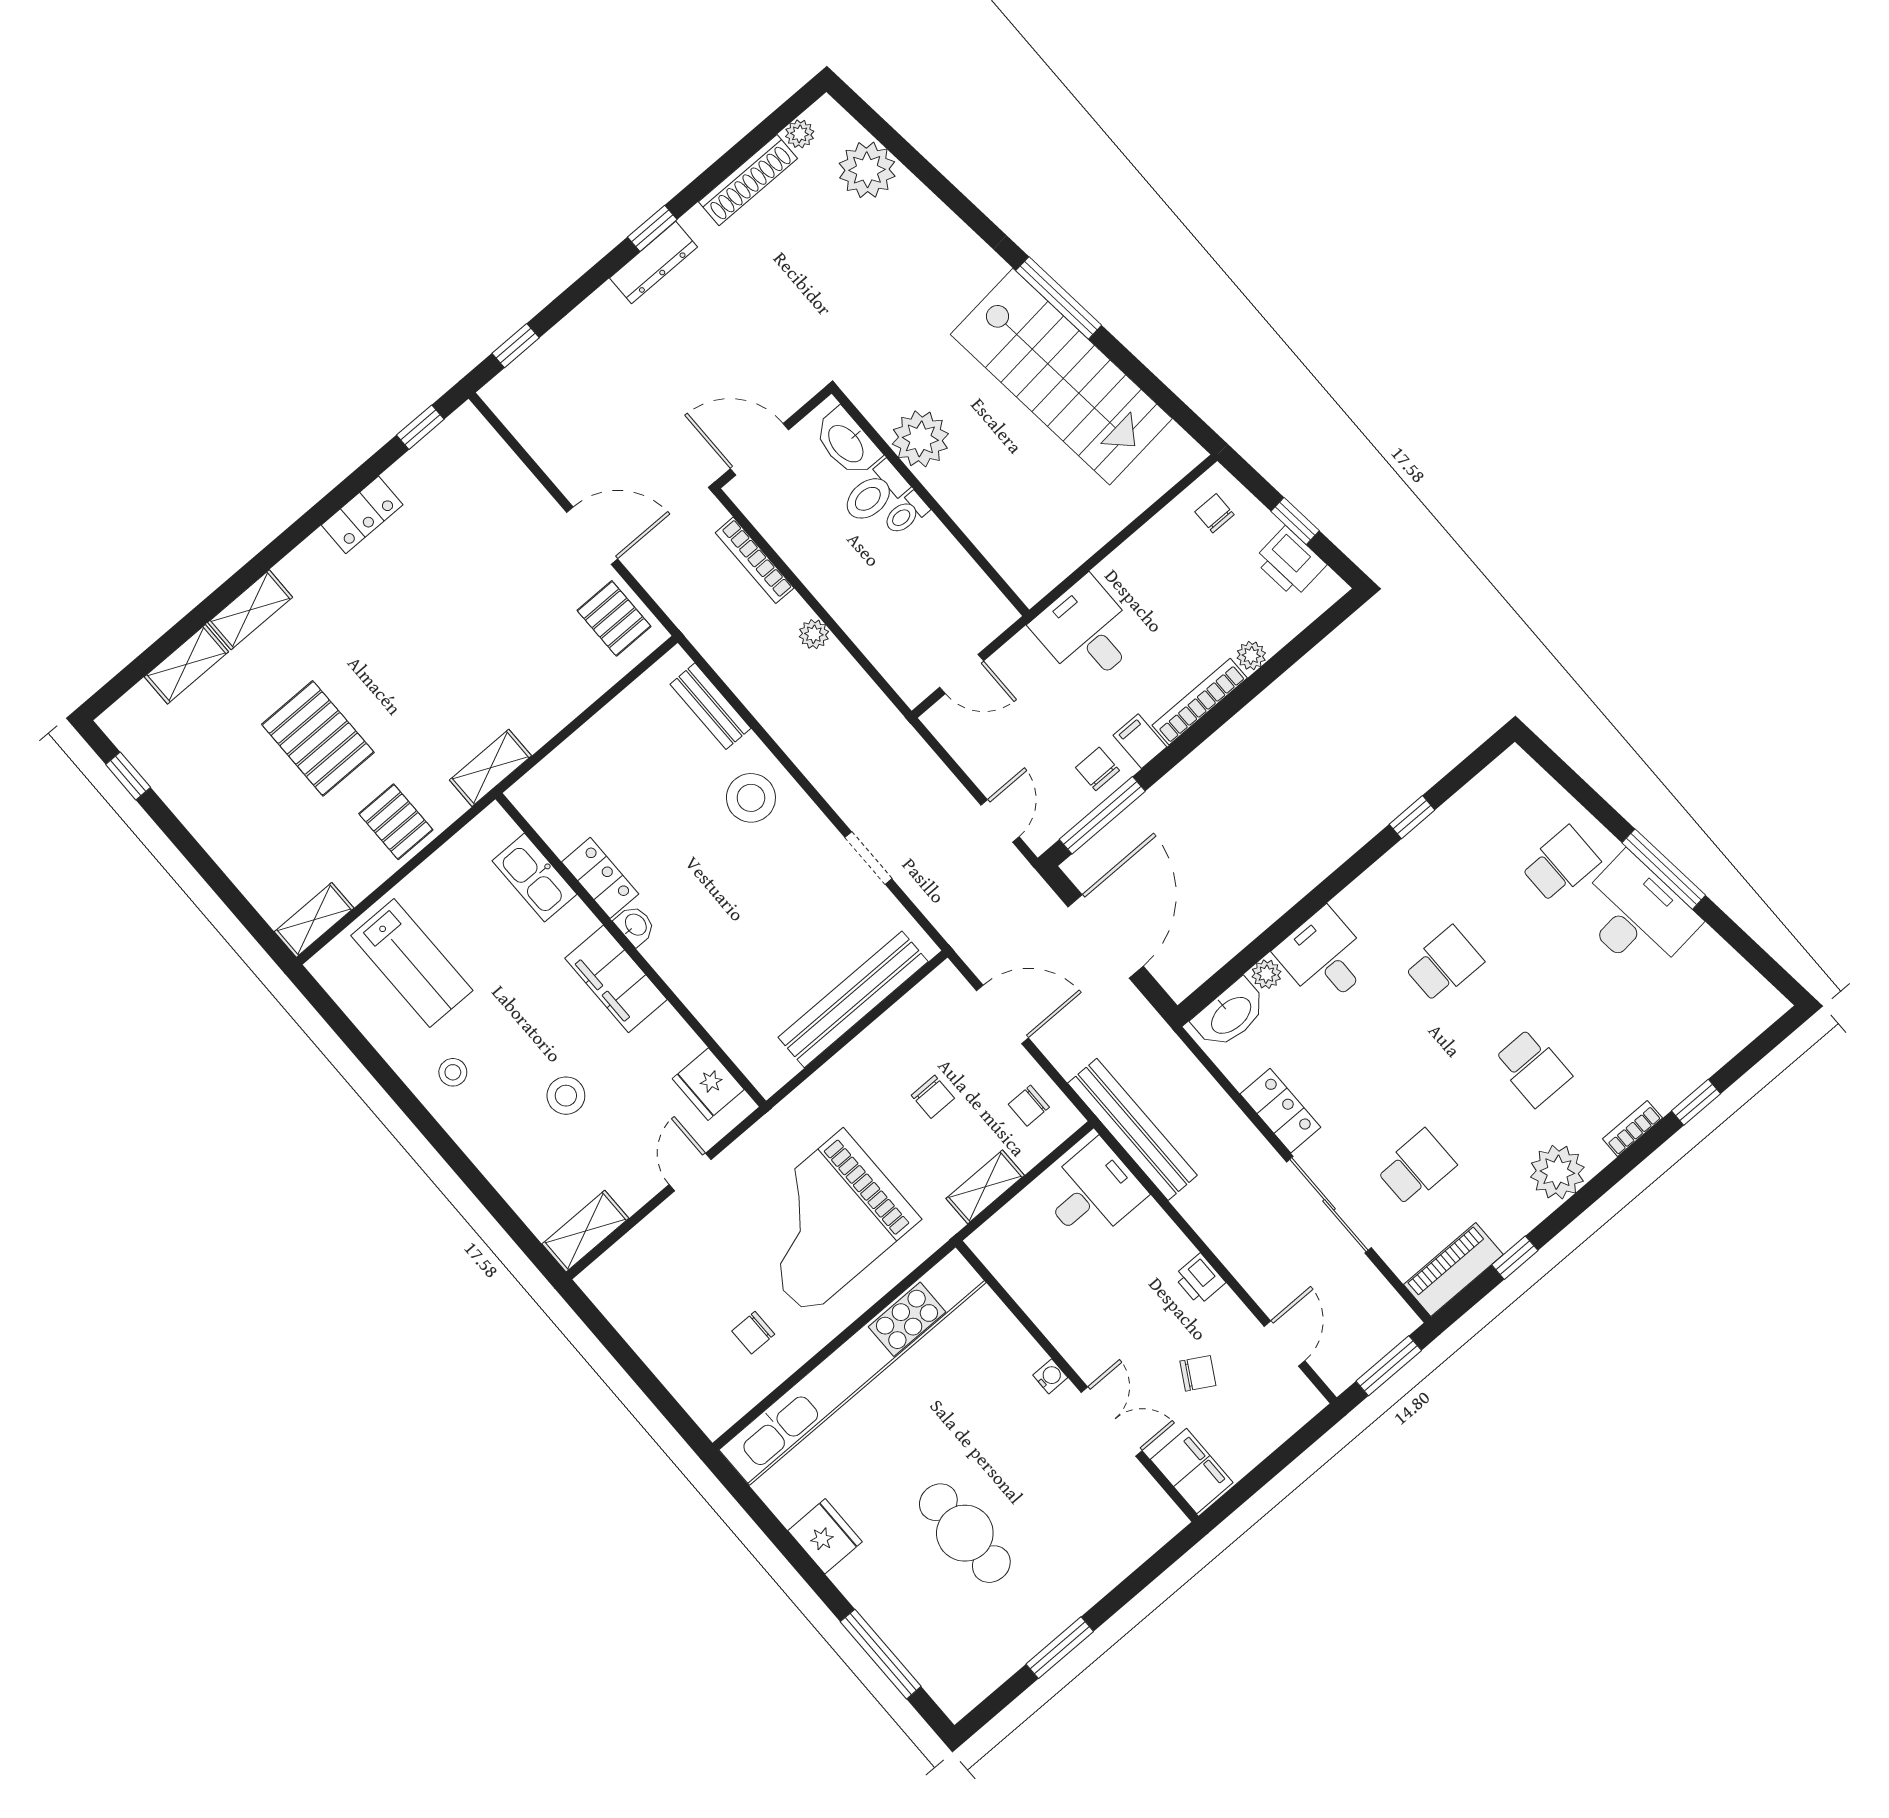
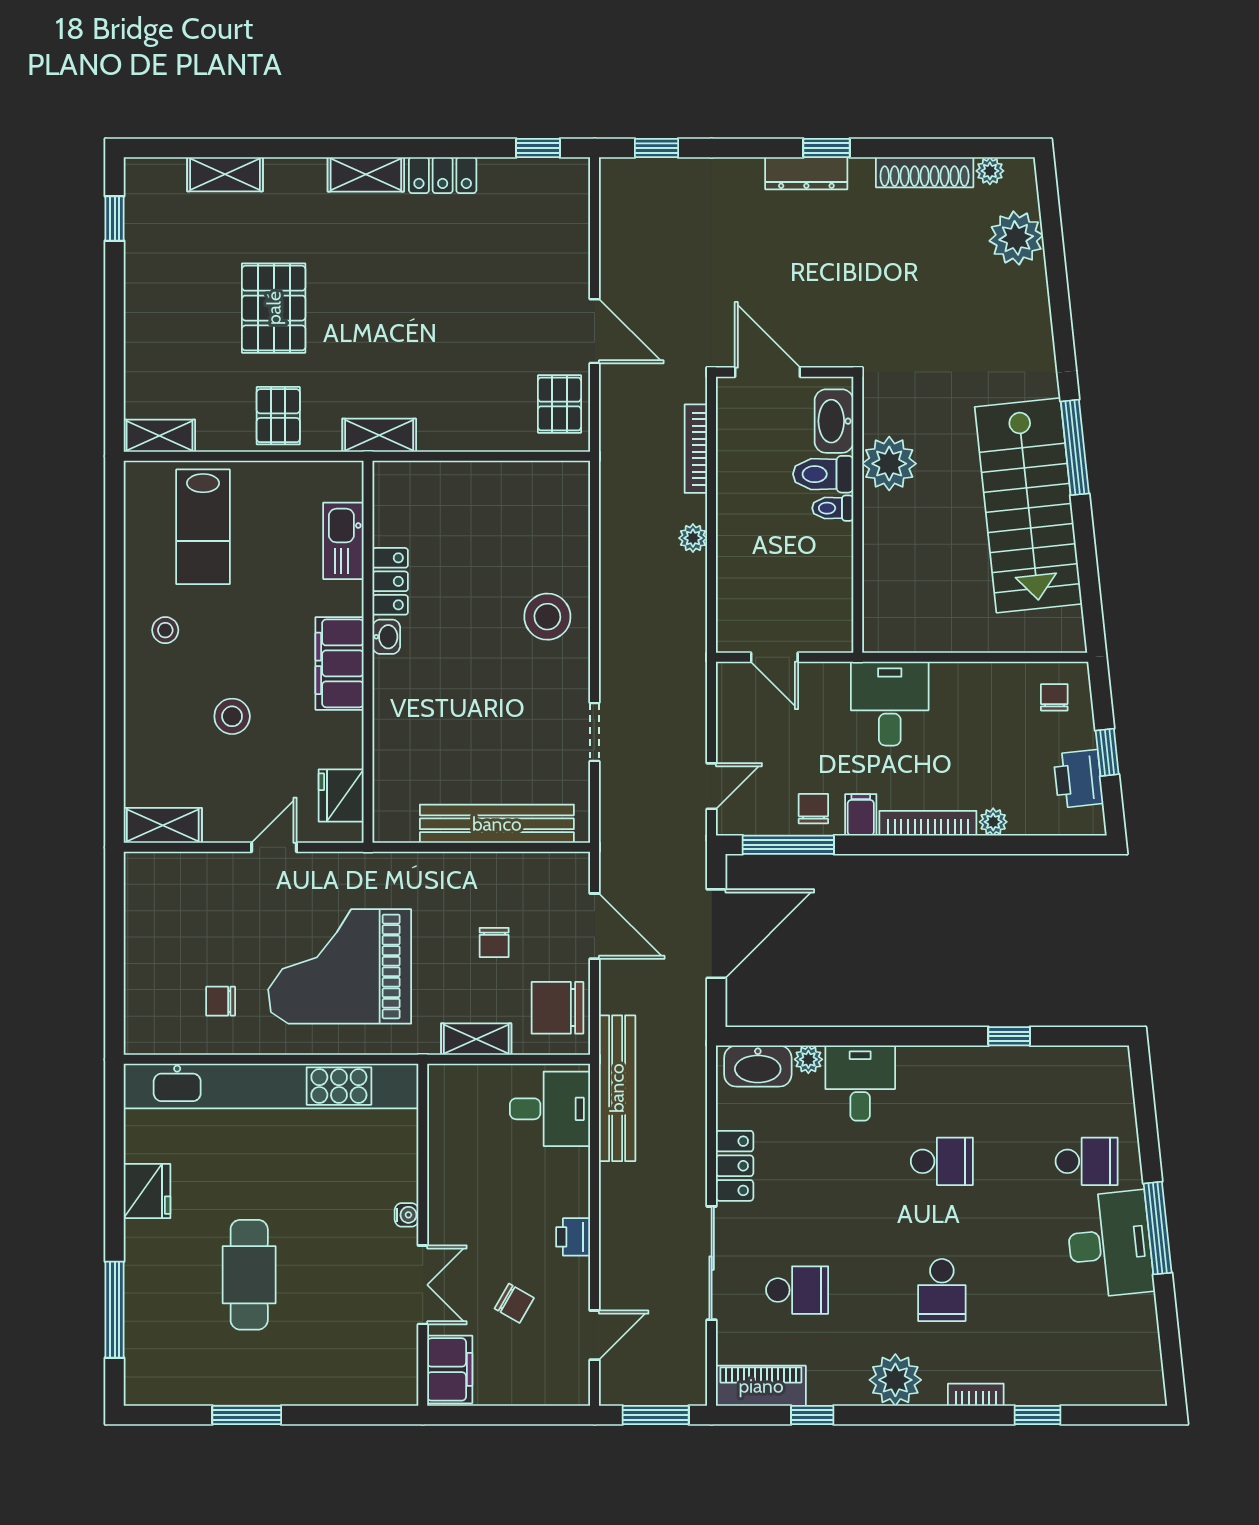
shelving: (250, 610) -> (366, 174), moved
bench: (710, 706) -> (575, 526), removed
chair: (1029, 1106) -> (557, 1008), width x1.87, depth x1.87

